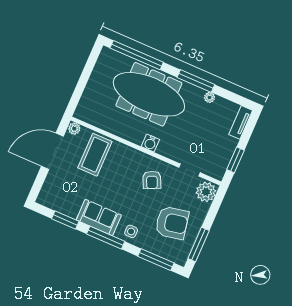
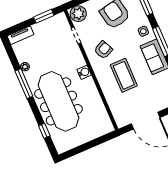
window: (137, 55) -> (44, 131), width x0.32
plant: (74, 129) -> (121, 122), removed
coffee table: (95, 155) -> (124, 75), moved, turned 90

